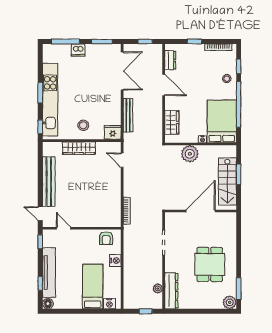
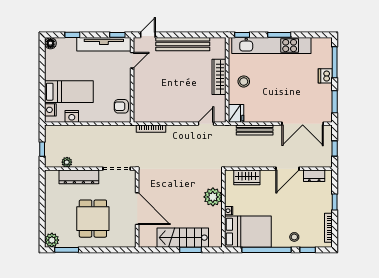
door: (201, 211) -> (137, 209), moved
wall: (201, 211) -> (137, 209), moved
nightstand: (115, 261) -> (72, 116), moved
dining table: (210, 264) -> (93, 219), turned 90
tv unit: (49, 272) -> (104, 44), moved
dresser: (171, 291) -> (79, 177), moved

